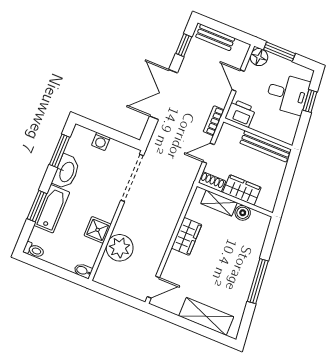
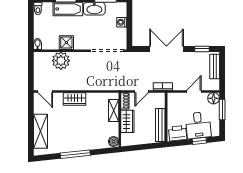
printer: (240, 113) -> (178, 133), moved, turned -96
door: (208, 153) -> (142, 91), swing flipped
boiler: (243, 213) -> (114, 142), moved
wardrobe: (187, 236) -> (75, 99), moved

